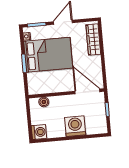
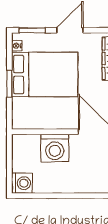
boiler: (44, 102) -> (33, 141), removed
washing machine: (75, 126) -> (55, 148), moved, turned 180

